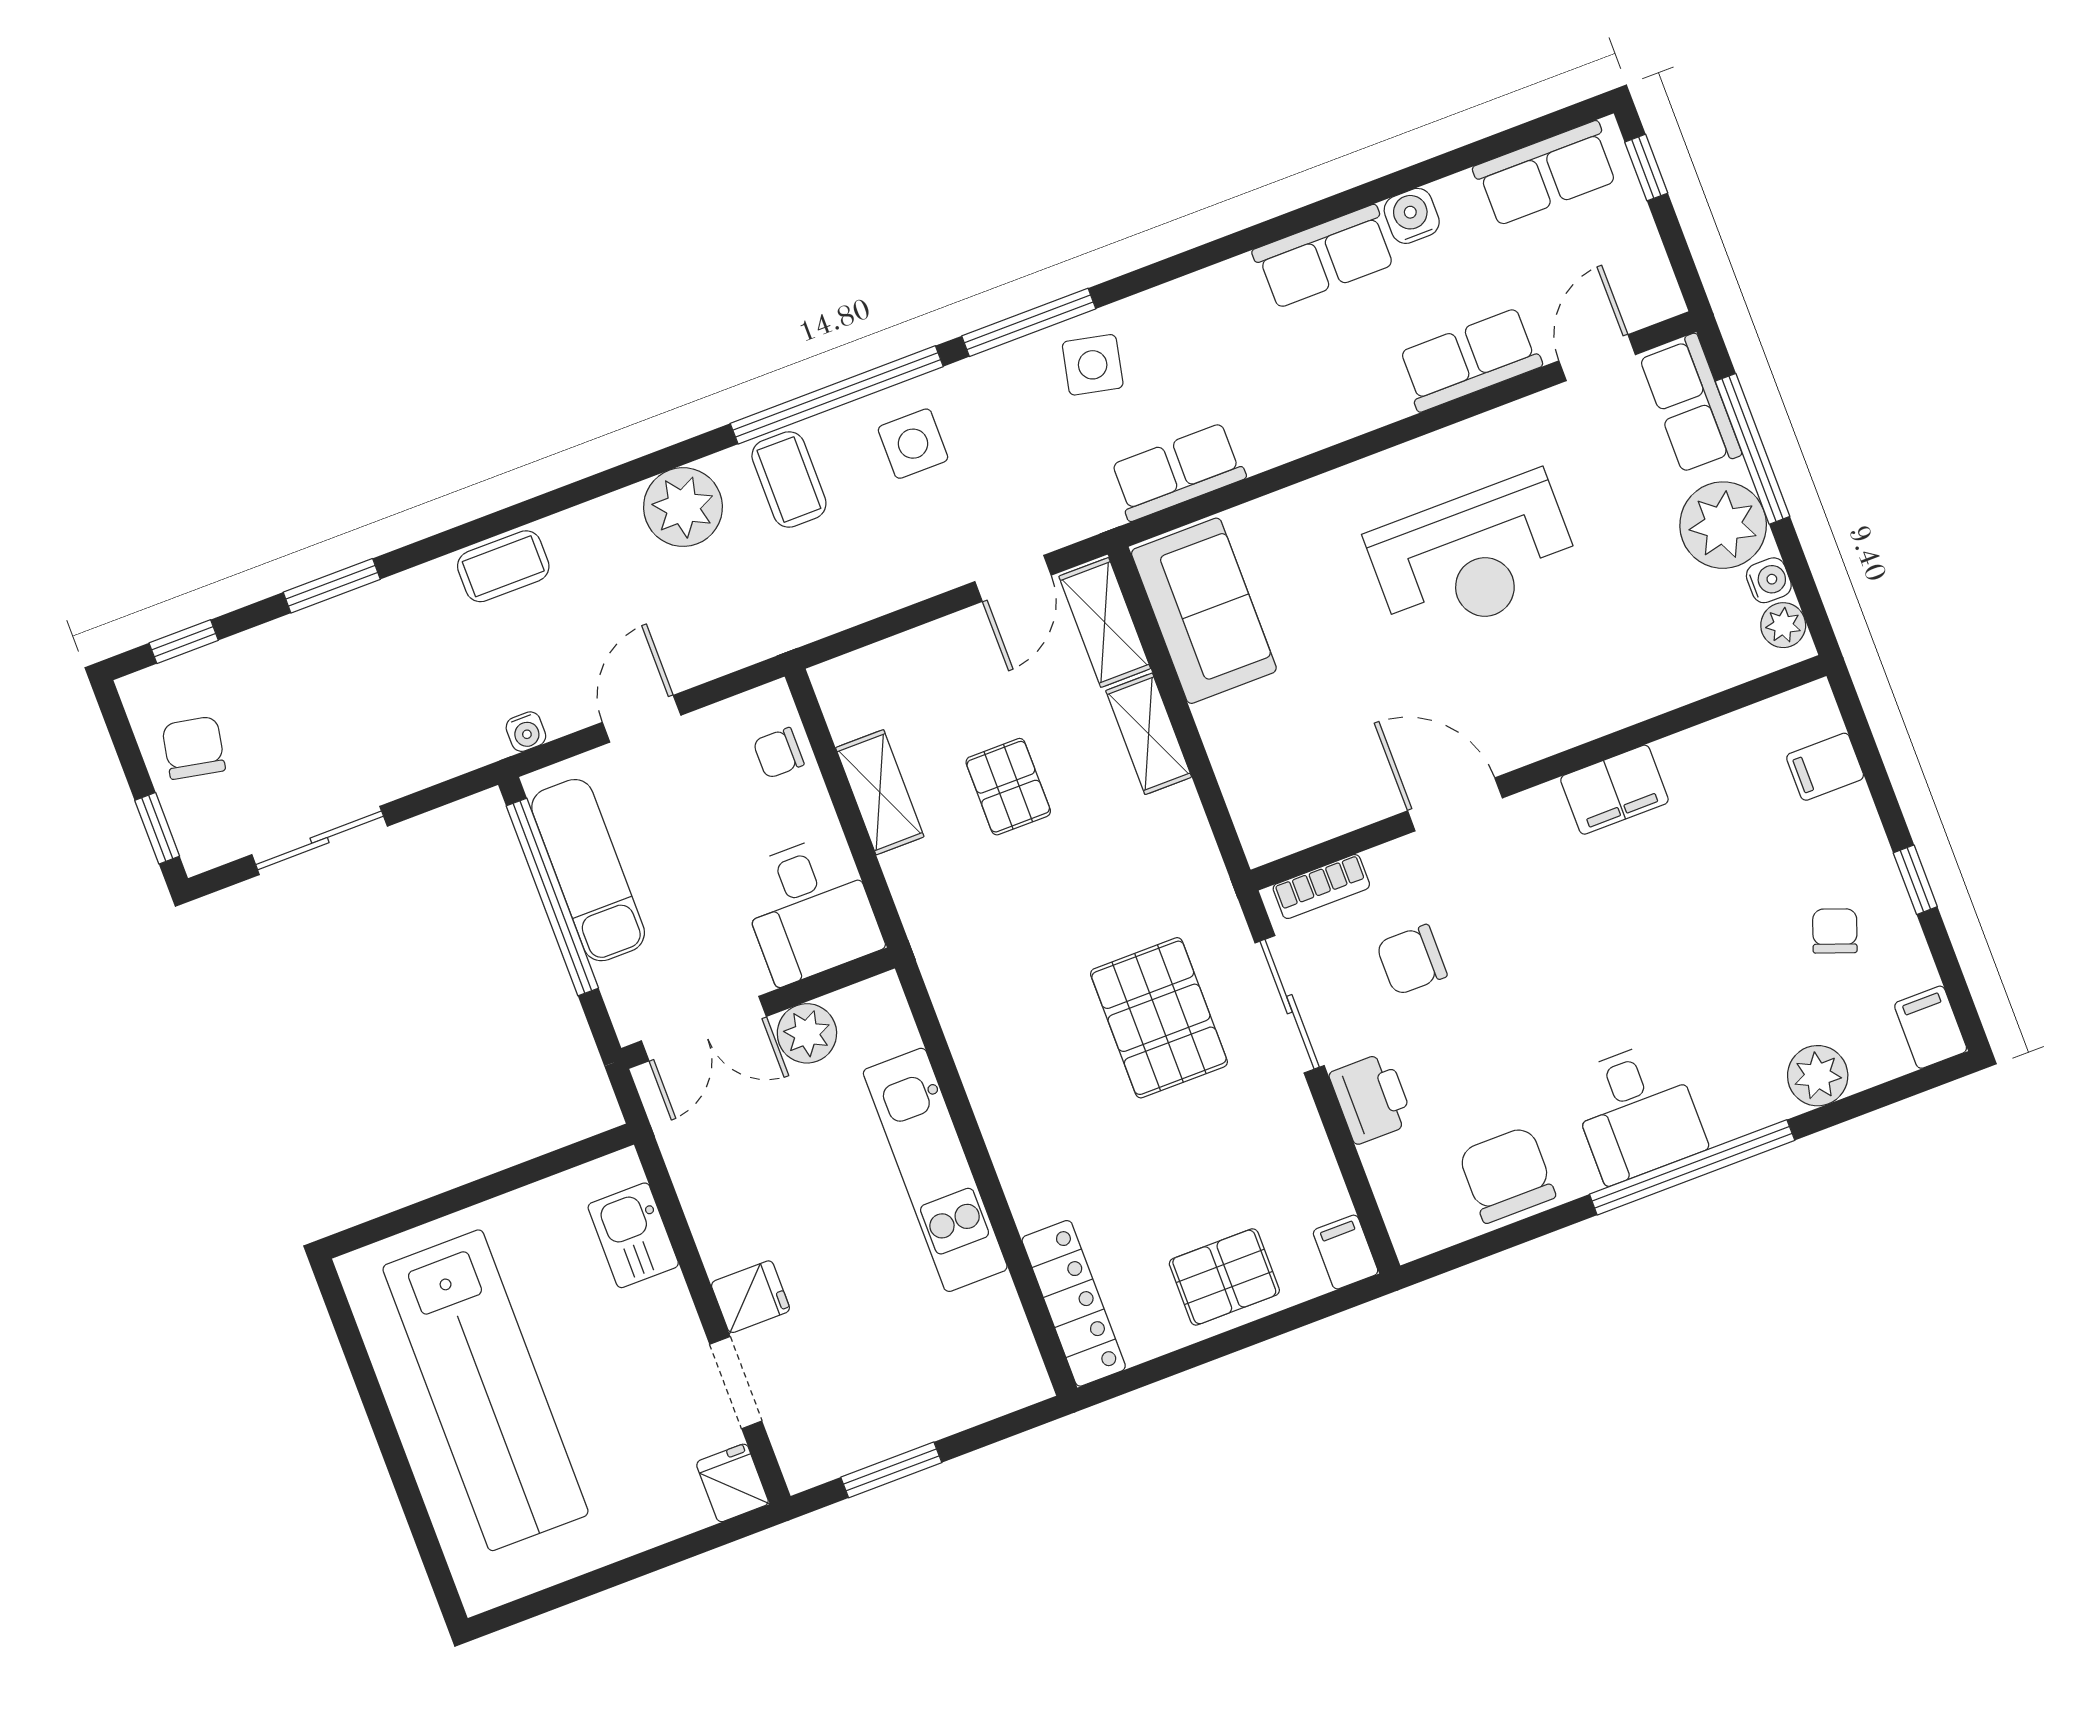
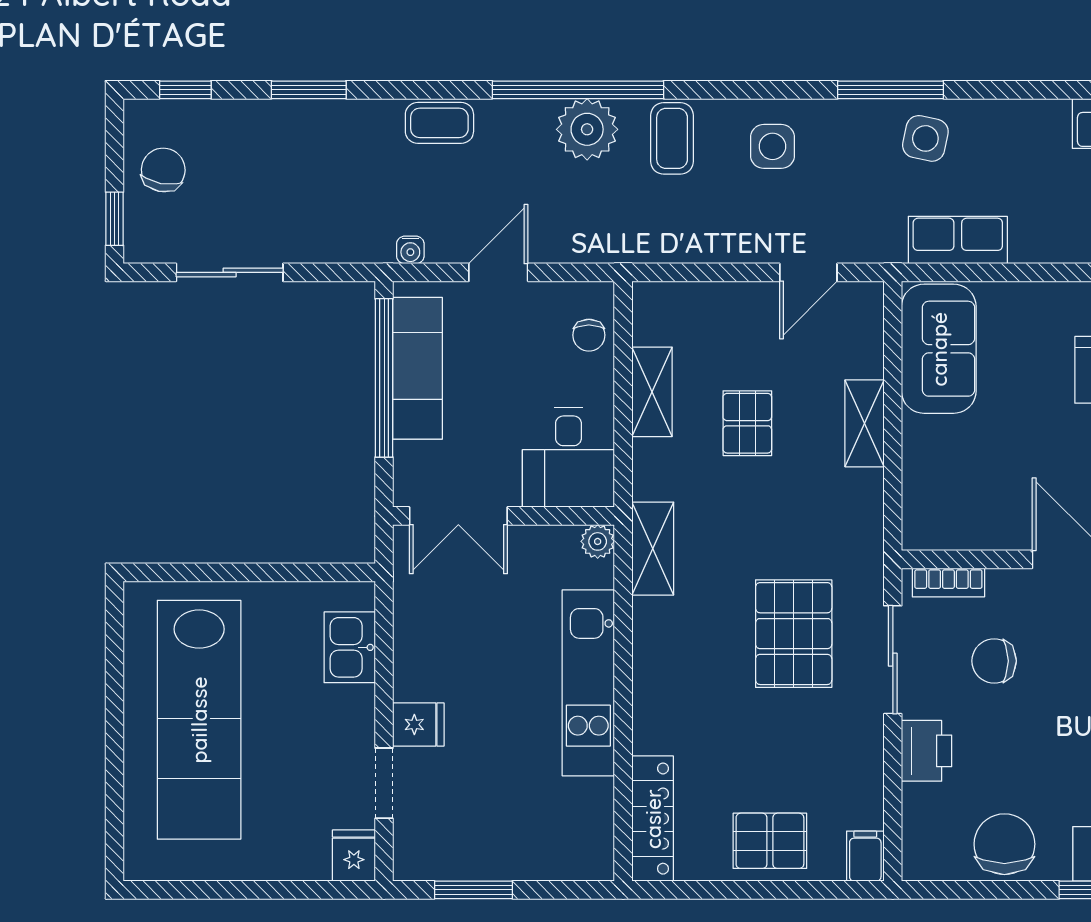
window: (837, 395) -> (578, 90), moved
shelving: (1105, 622) -> (653, 549), moved
chair: (778, 753) -> (589, 335), turned -90
plant: (807, 1033) -> (598, 541), moved, width x0.73, depth x0.73

